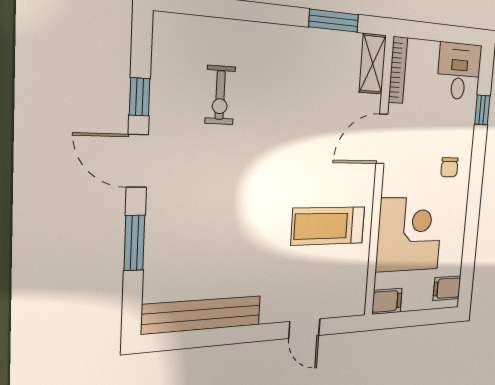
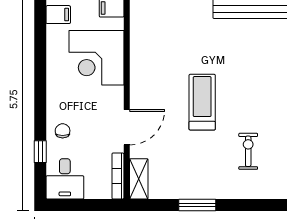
window: (334, 21) -> (197, 205), moved
chair: (449, 167) -> (63, 131), moved
treadmill: (328, 226) -> (202, 102), moved, turned -90

